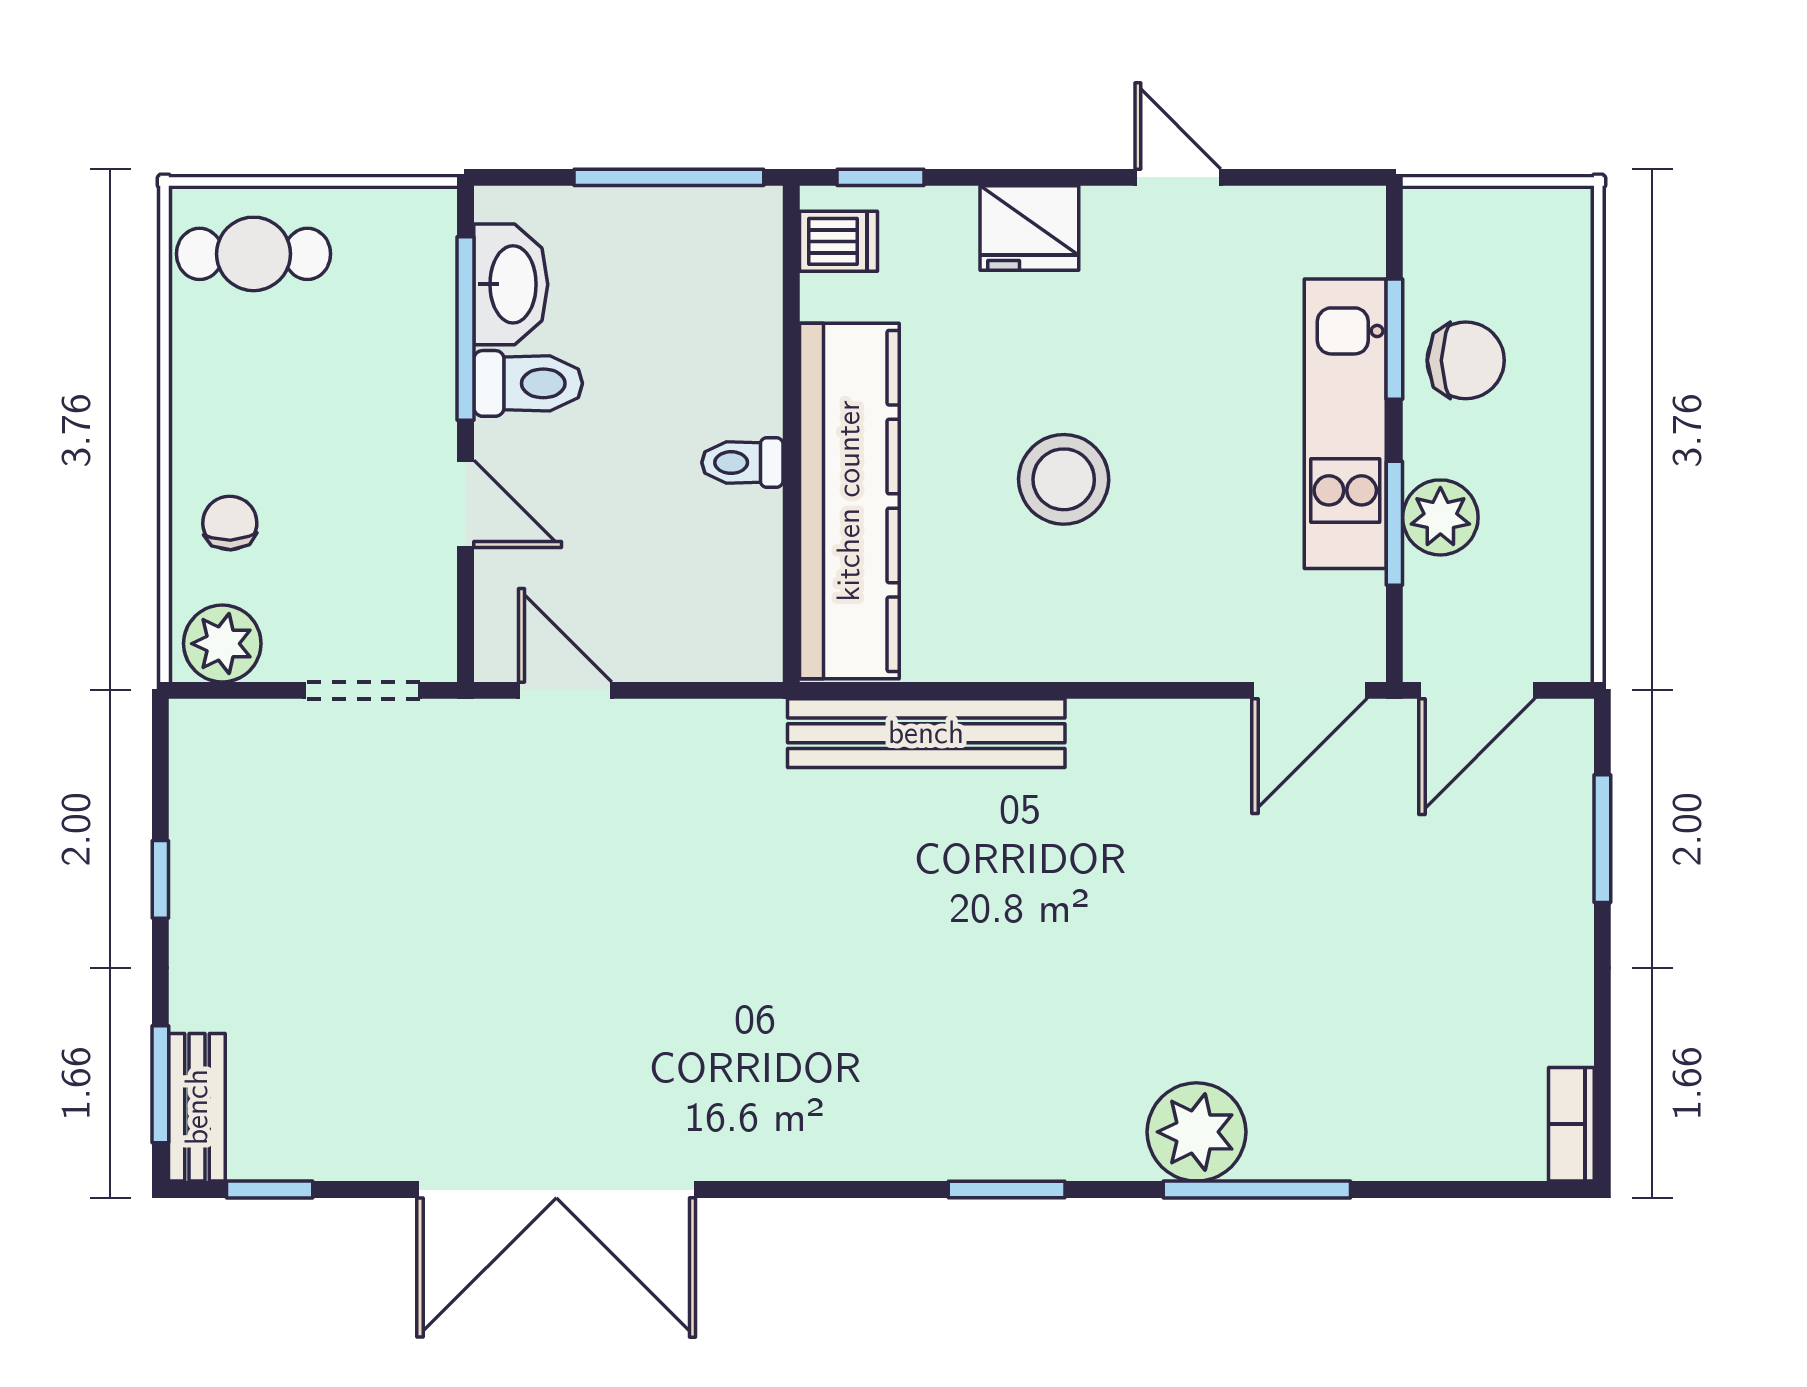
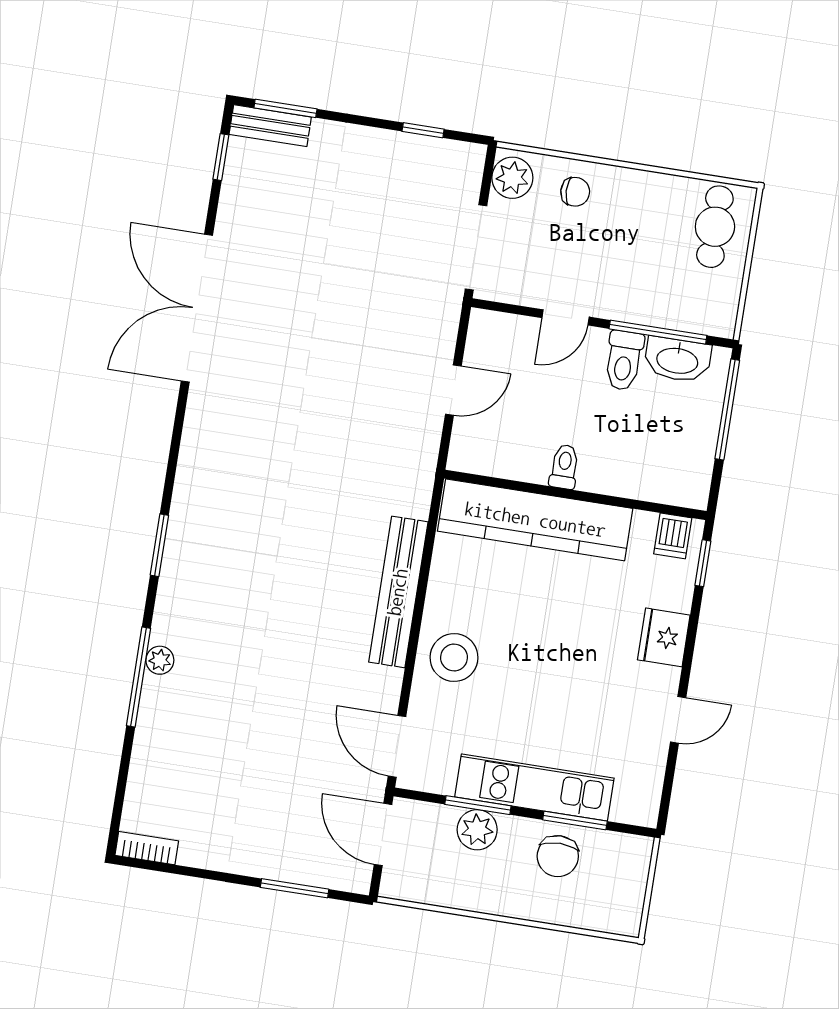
window: (669, 177) -> (727, 410), moved
stool: (1064, 479) -> (454, 658), moved
doorway: (362, 690) -> (476, 247), width x1.38
door: (565, 690) -> (453, 390), moved
bench: (926, 733) -> (398, 592), moved
window: (160, 879) -> (423, 130), moved
plant: (1196, 1132) -> (160, 660), width x0.53, depth x0.53

